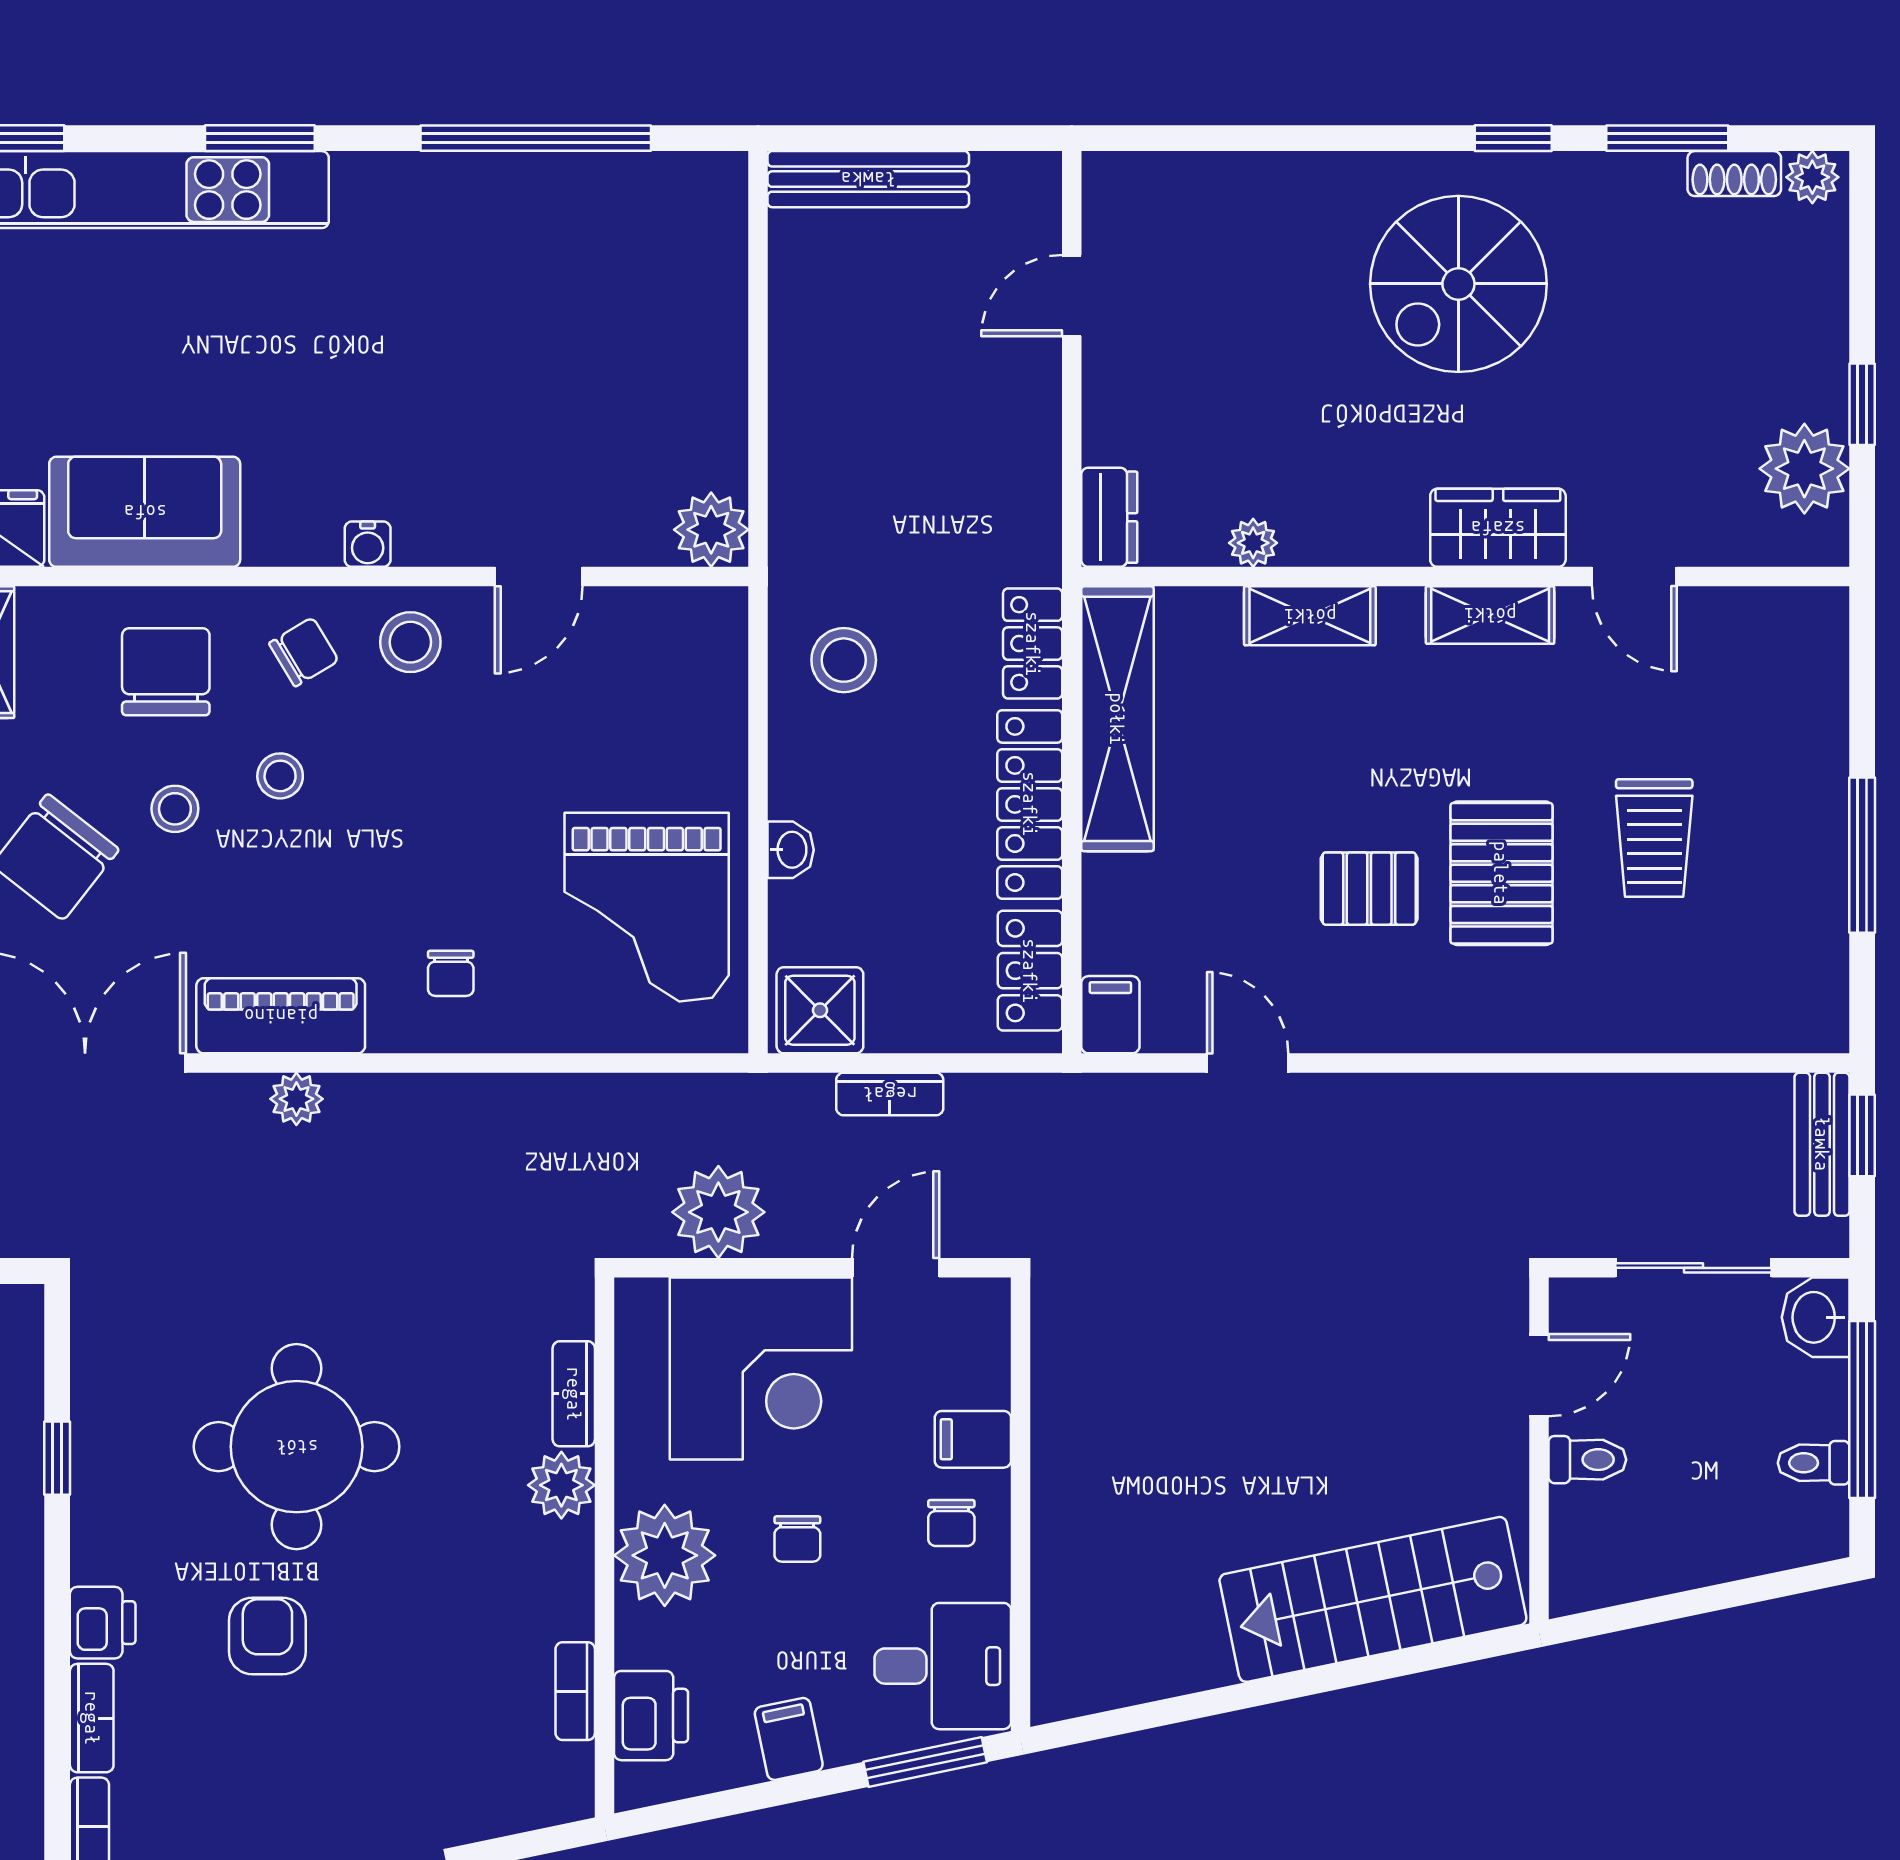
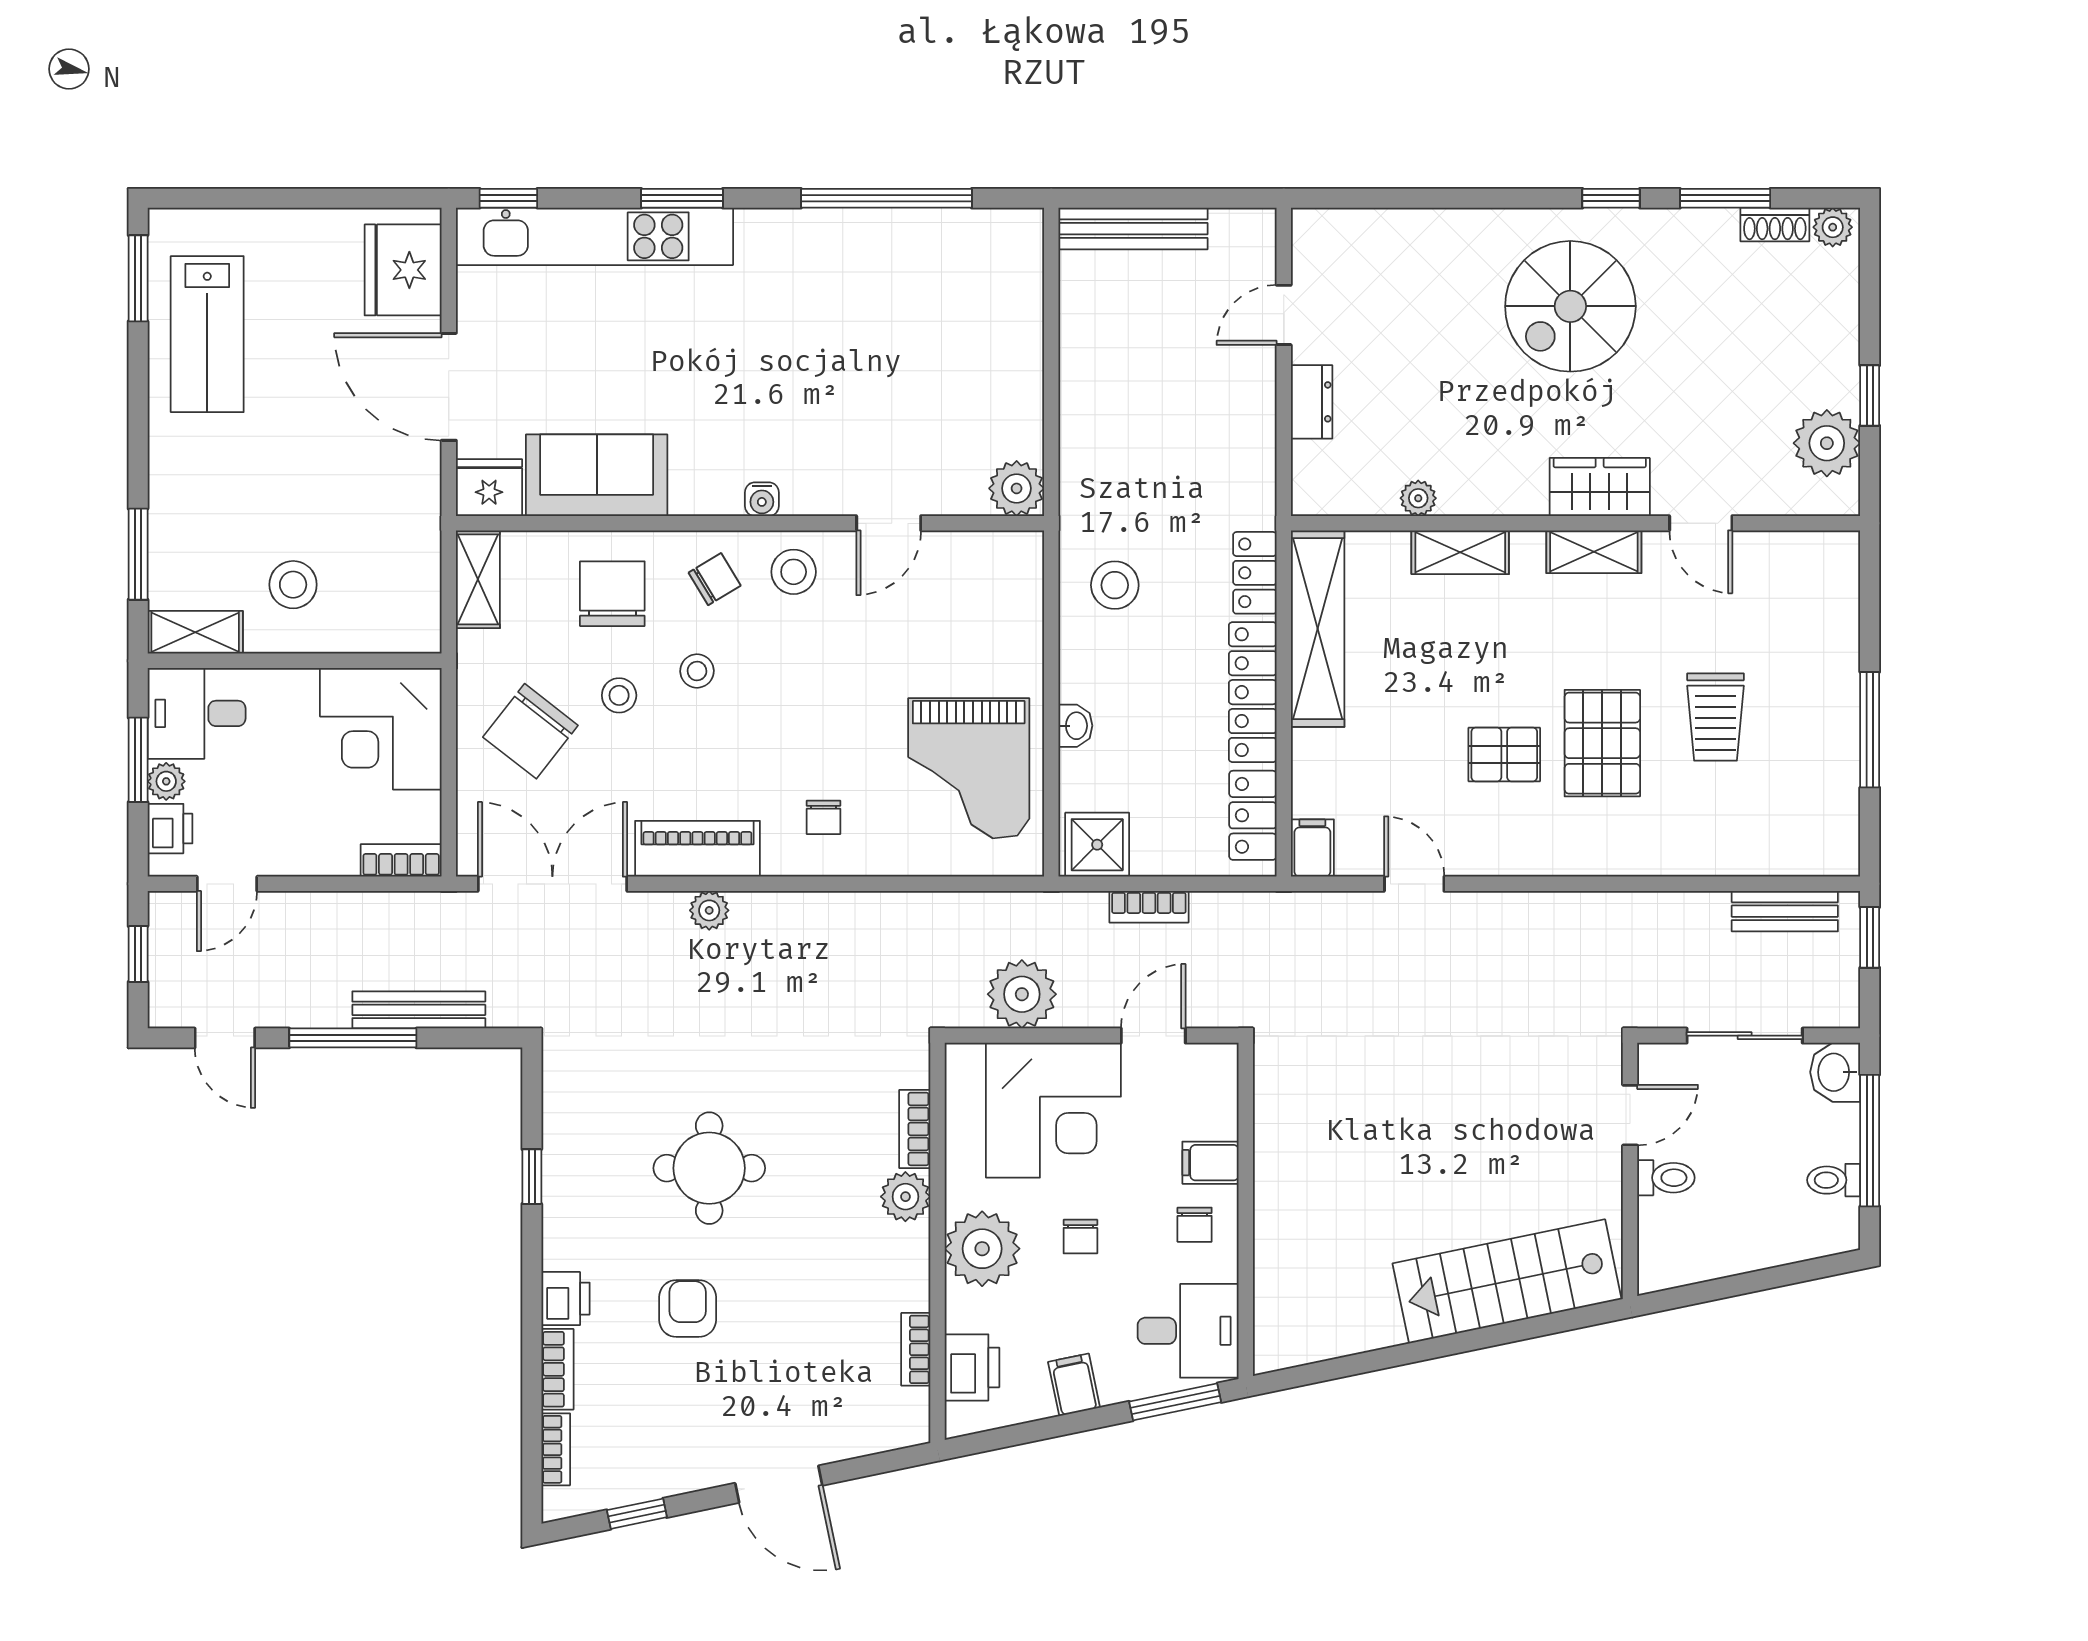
dresser: (1109, 517) -> (1312, 402), moved
bench: (1822, 1144) -> (1785, 911), moved, turned 90
round table: (297, 1447) -> (709, 1168), width x0.73, depth x0.73

